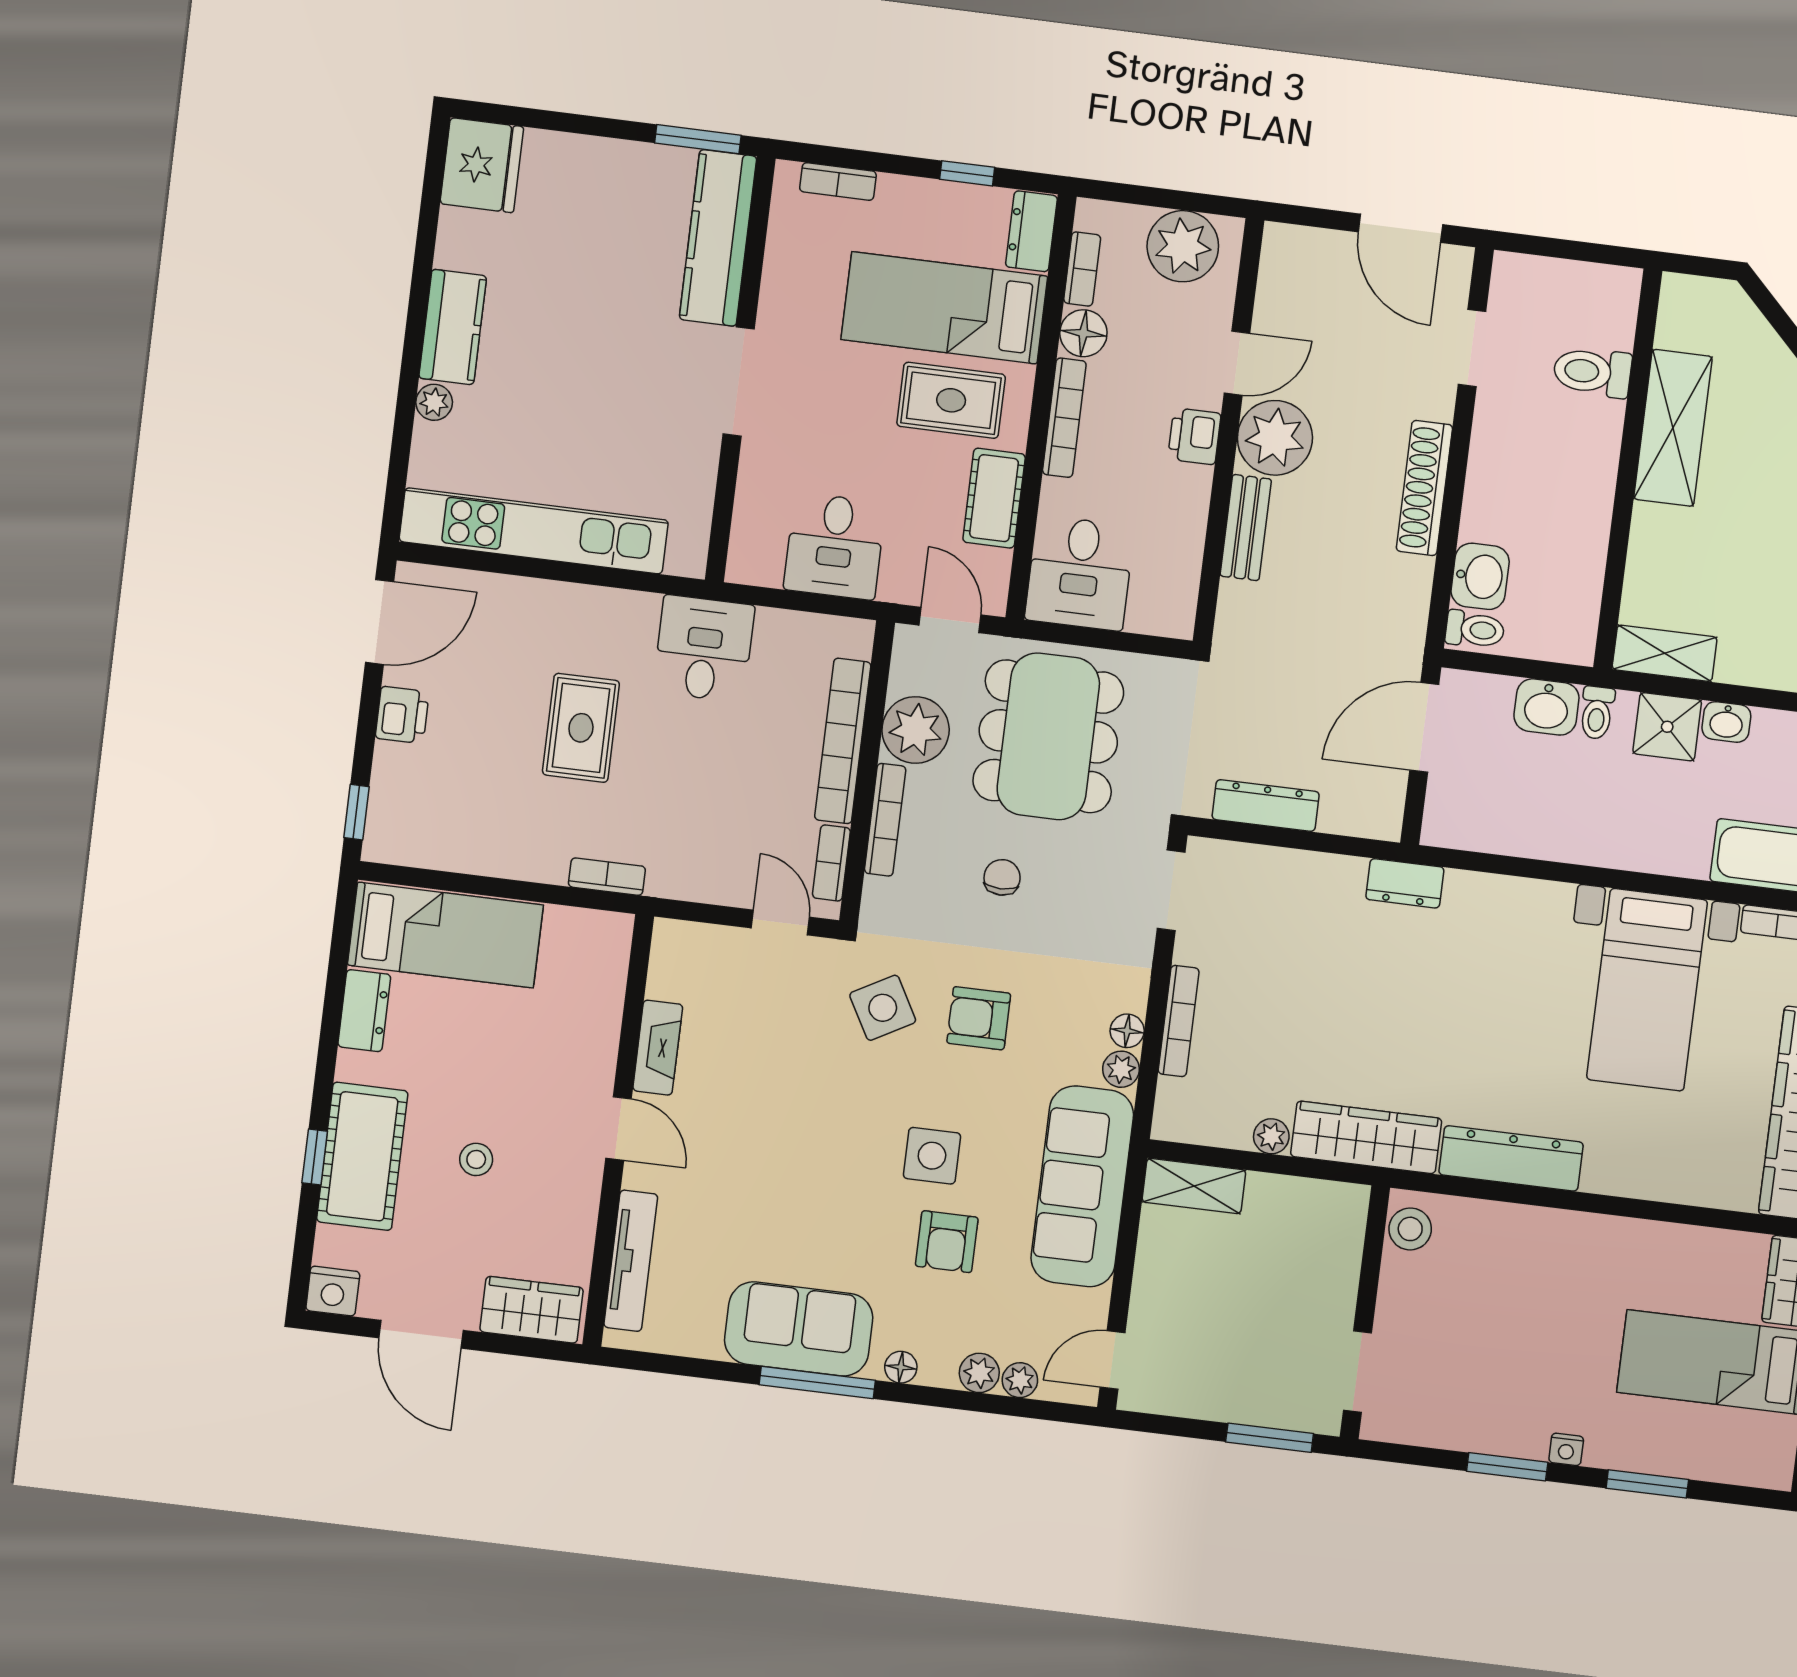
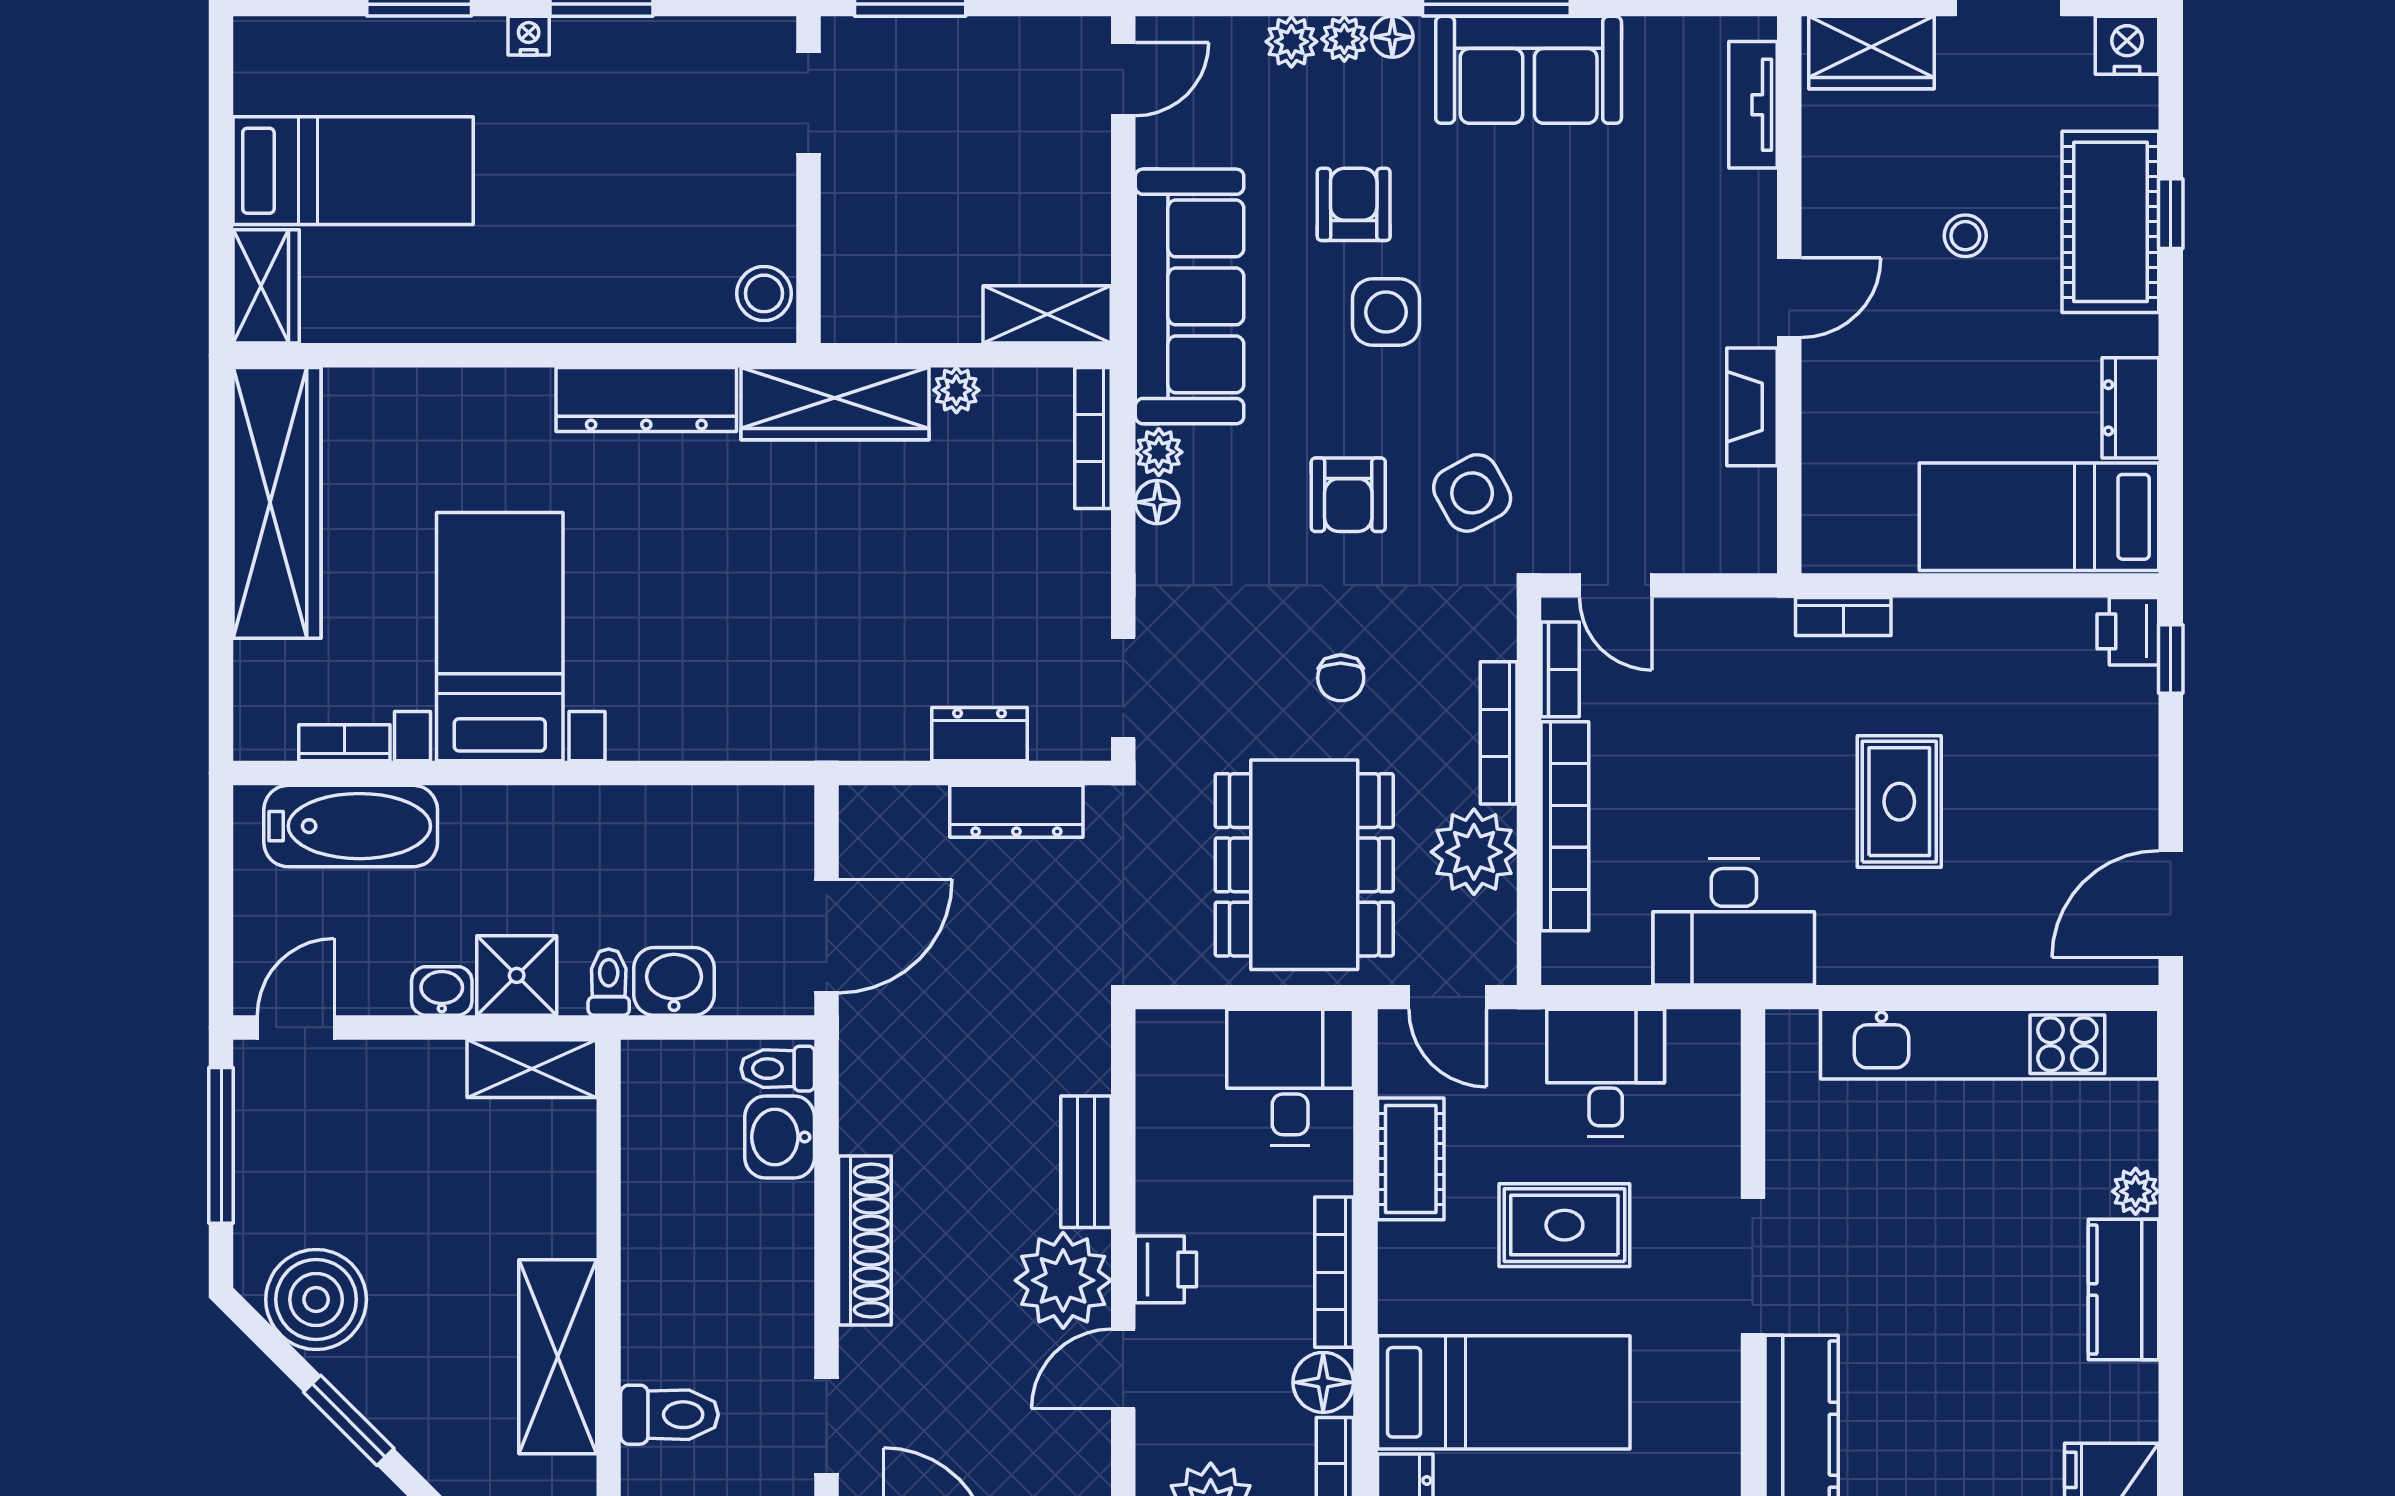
rug: (951, 400) -> (1564, 1225), moved
desk: (704, 649) -> (1734, 922), width x1.37
printer: (402, 715) -> (2128, 631), moved
dresser: (1405, 883) -> (980, 734), moved
armchair: (979, 1018) -> (1348, 495), turned 90
bookcase: (1179, 1021) -> (1093, 438), moved
door: (618, 1128) -> (1789, 298), swing flipped
tv unit: (631, 1261) -> (1753, 105), width x0.71
plant: (1020, 1380) -> (1344, 39), moved

